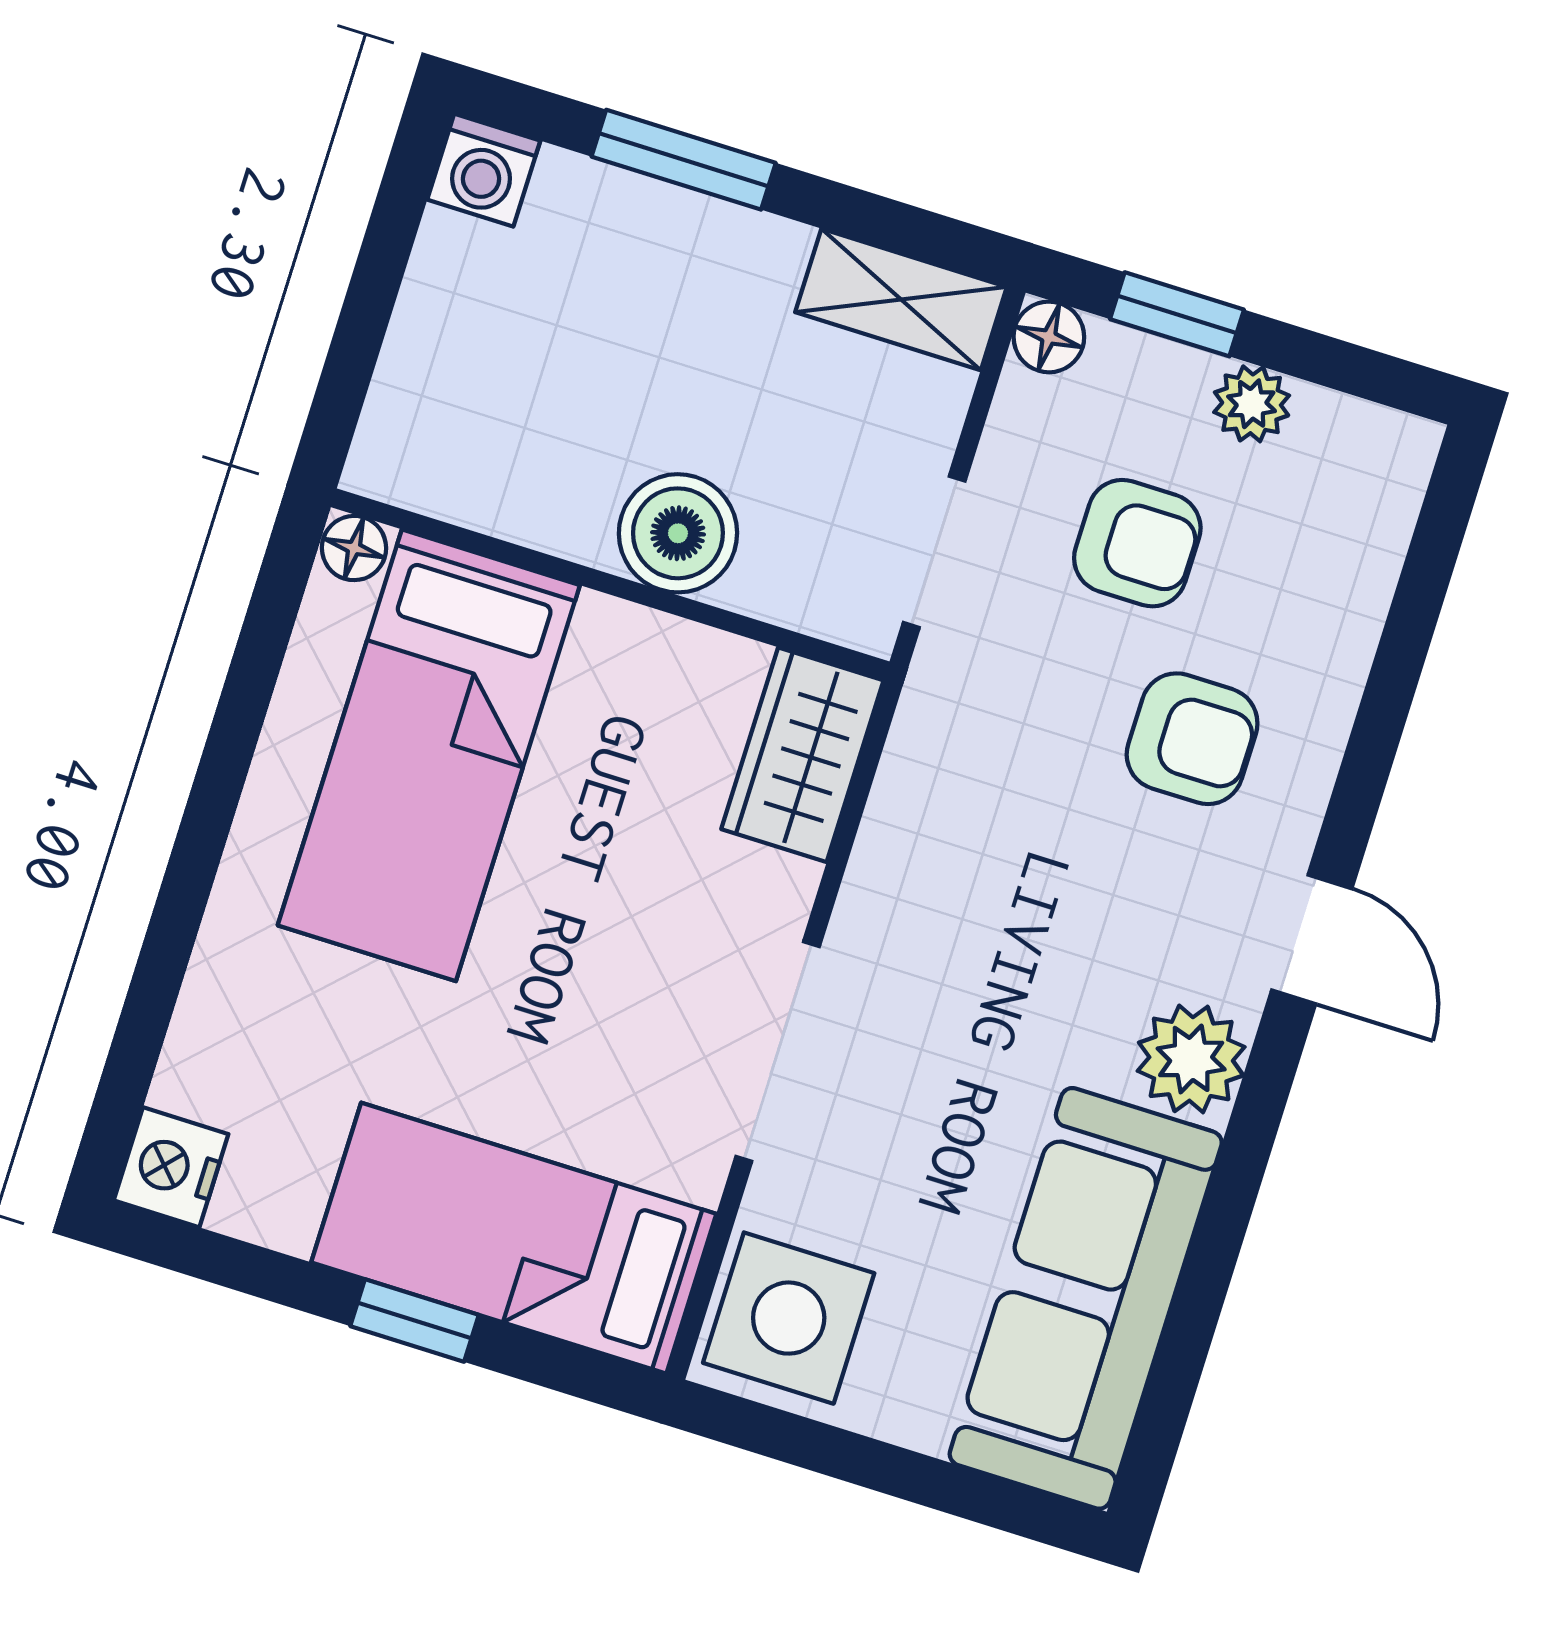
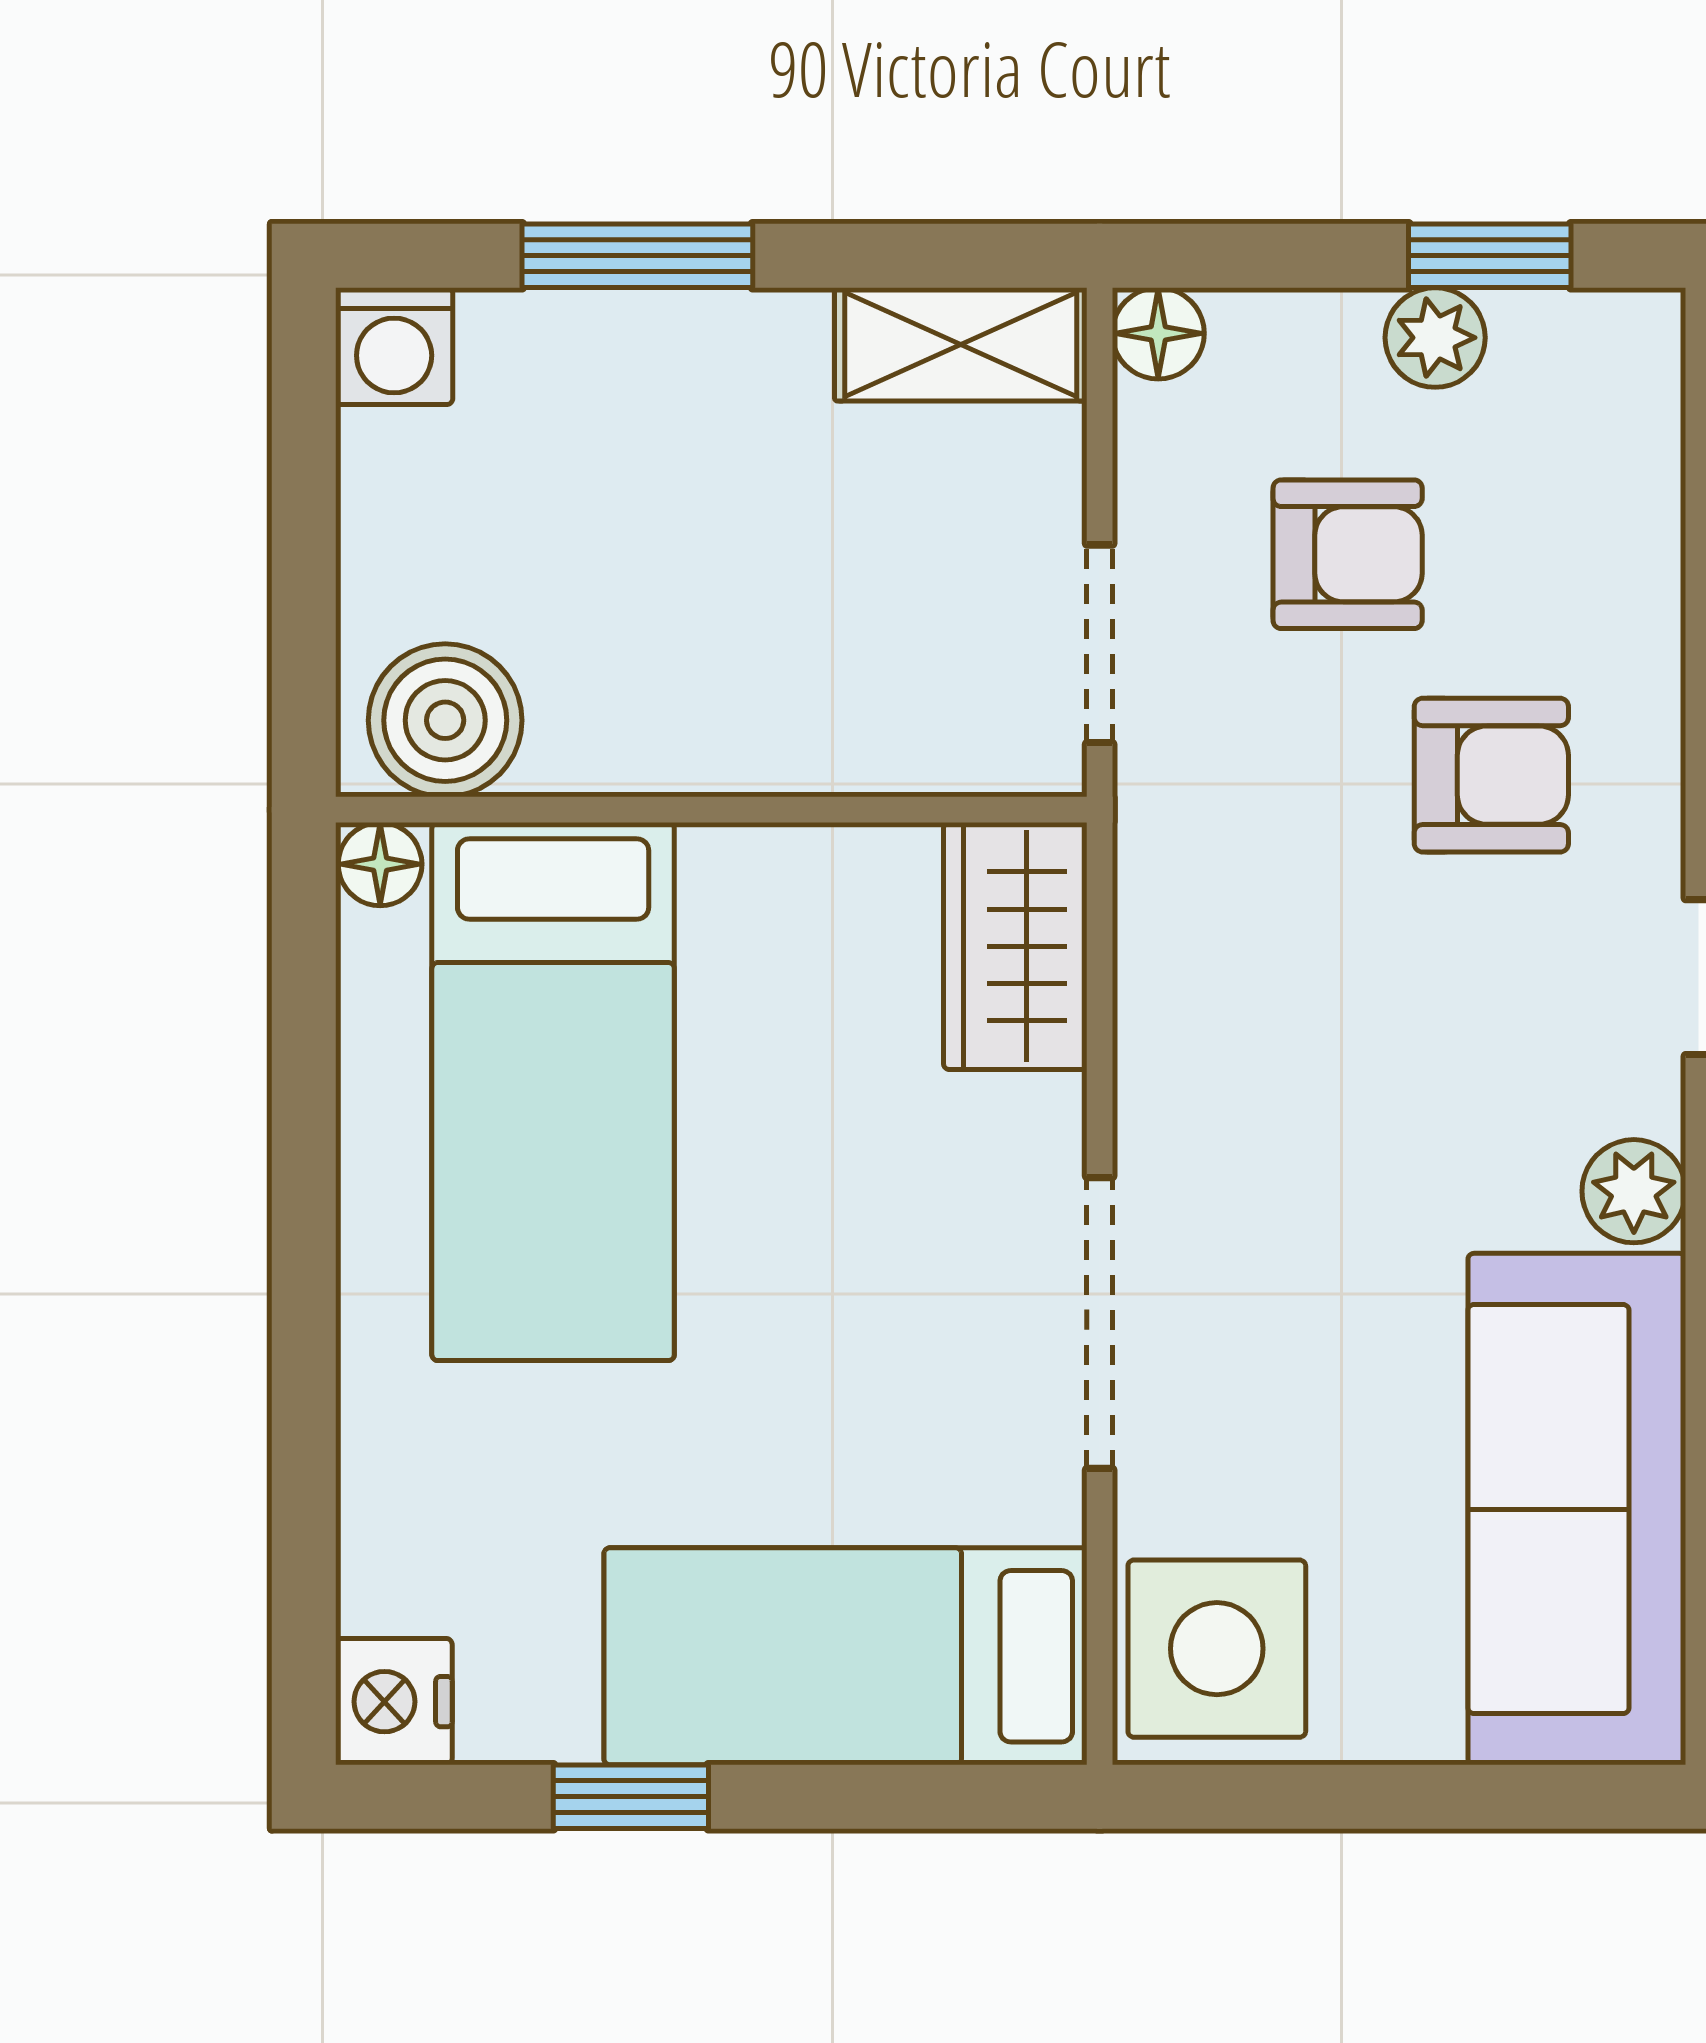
window: (1177, 314) -> (1490, 256), moved
boiler: (678, 533) -> (445, 720), moved
plant: (1191, 1059) -> (1634, 1191), width x0.73, depth x0.73
window: (415, 1320) -> (631, 1797), moved

